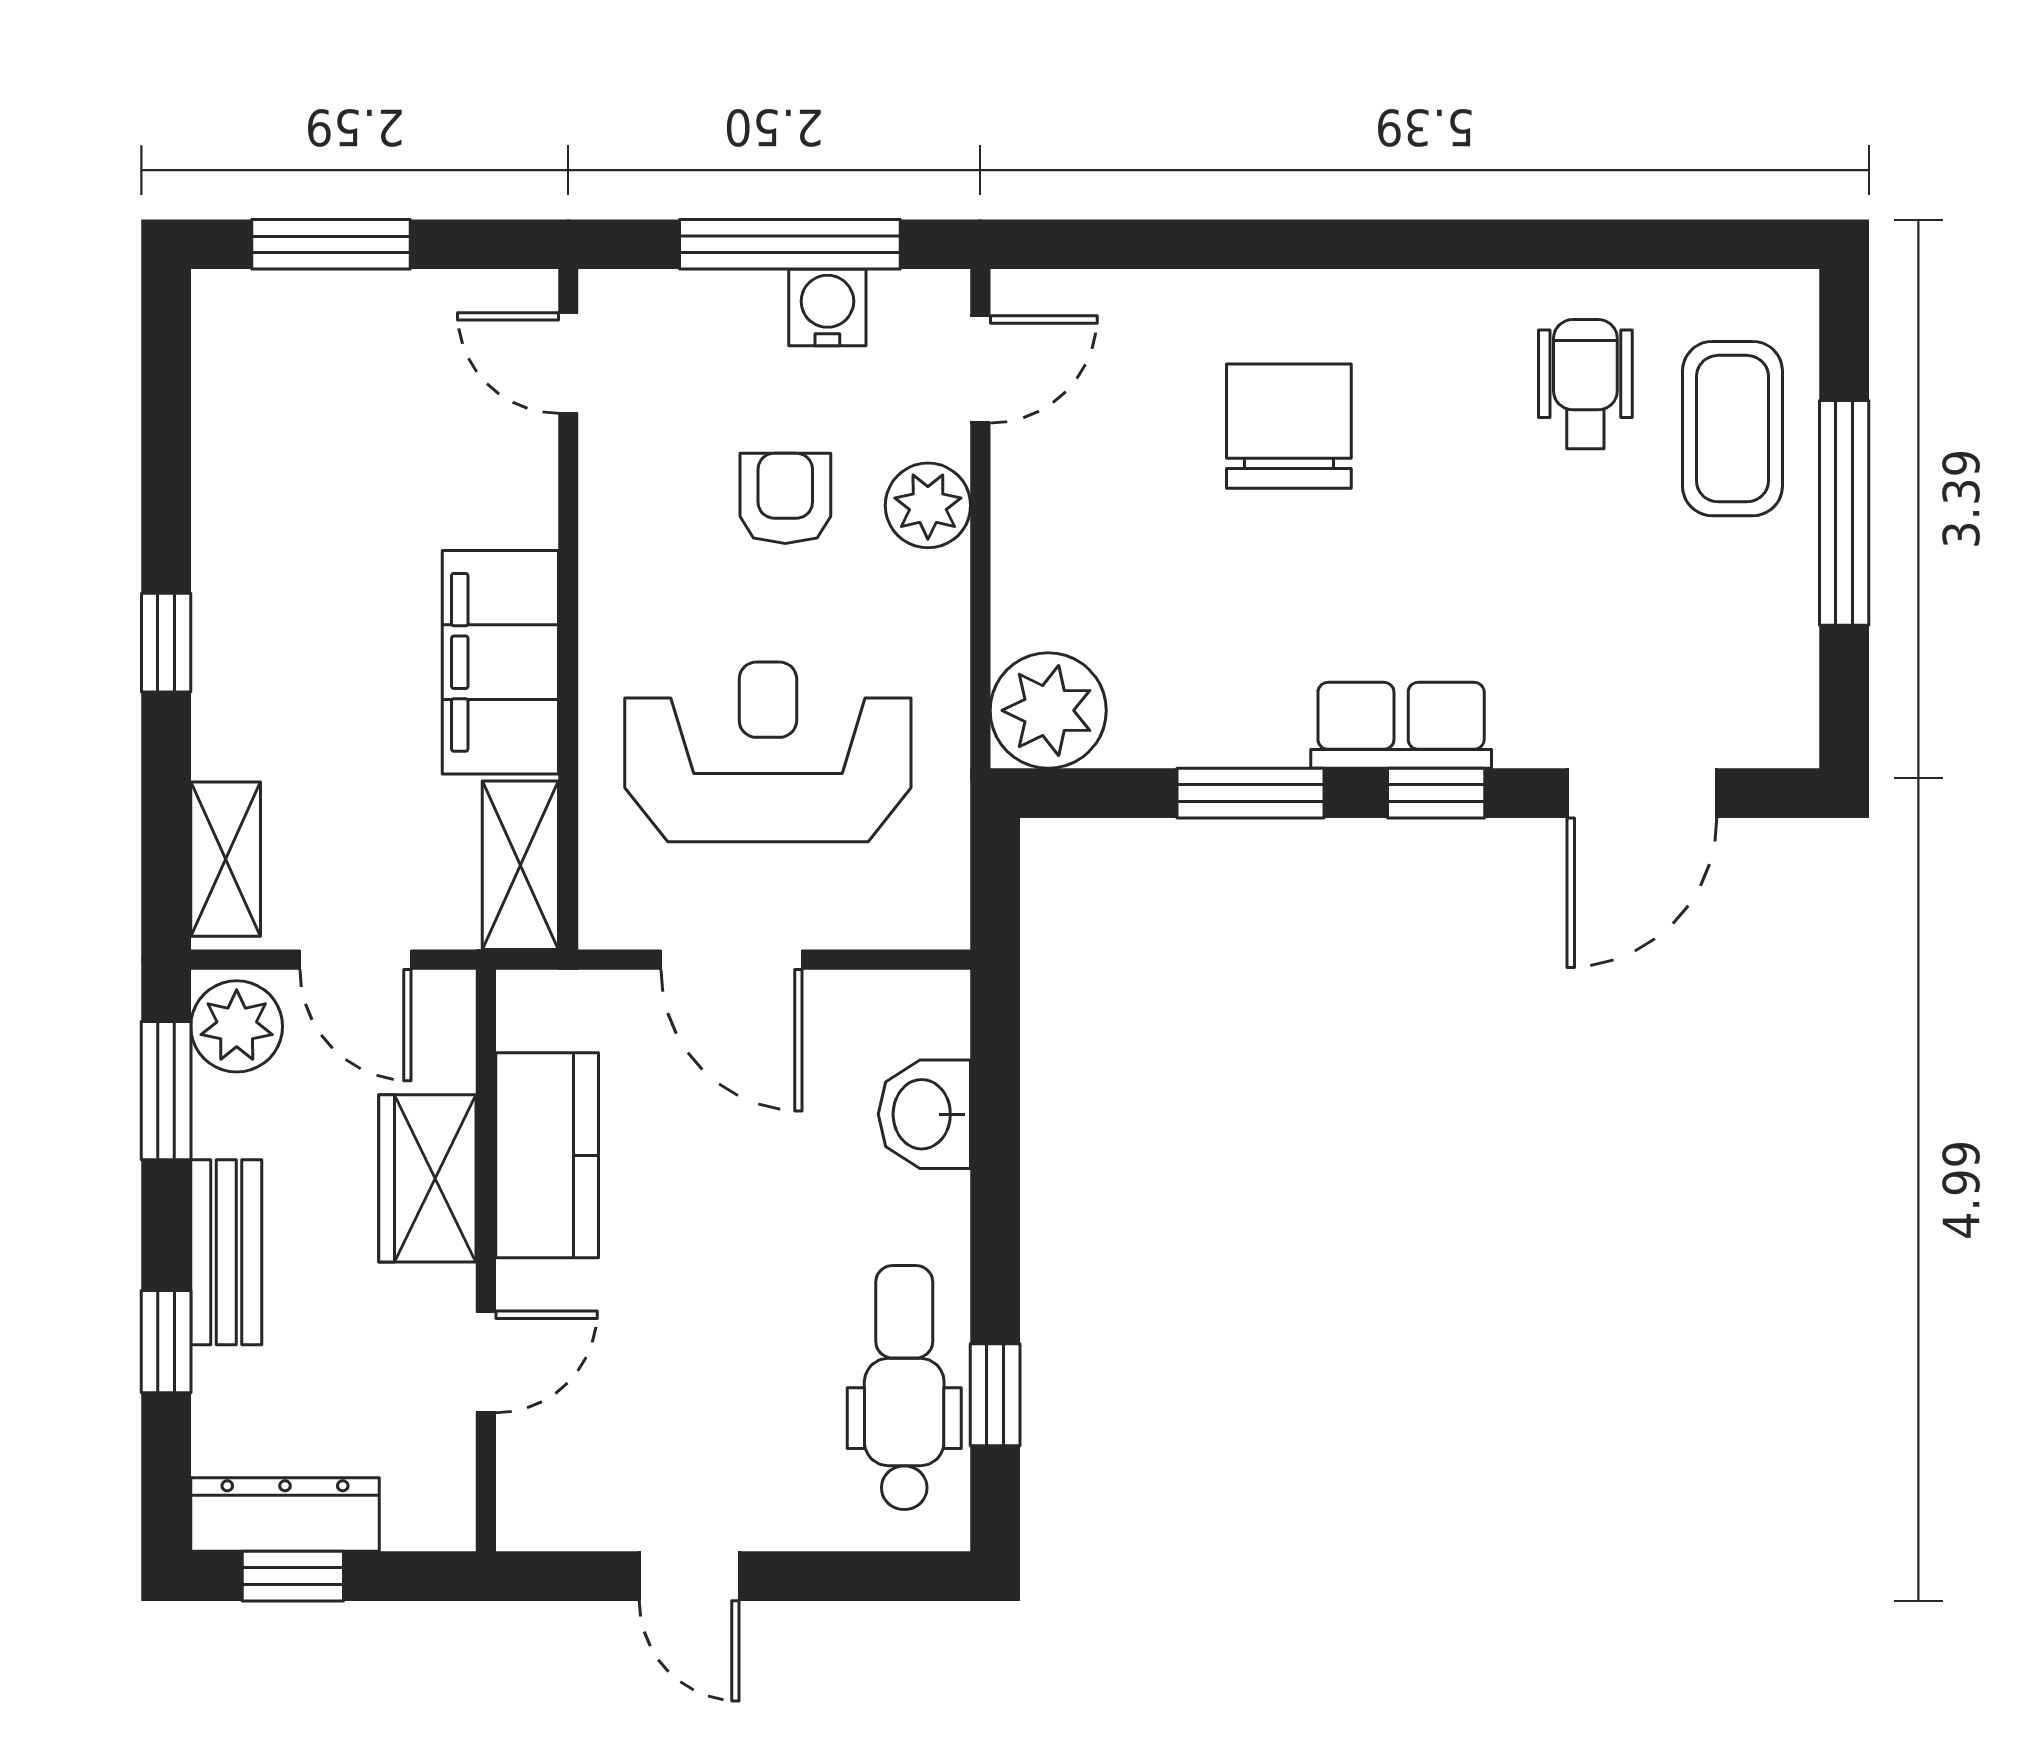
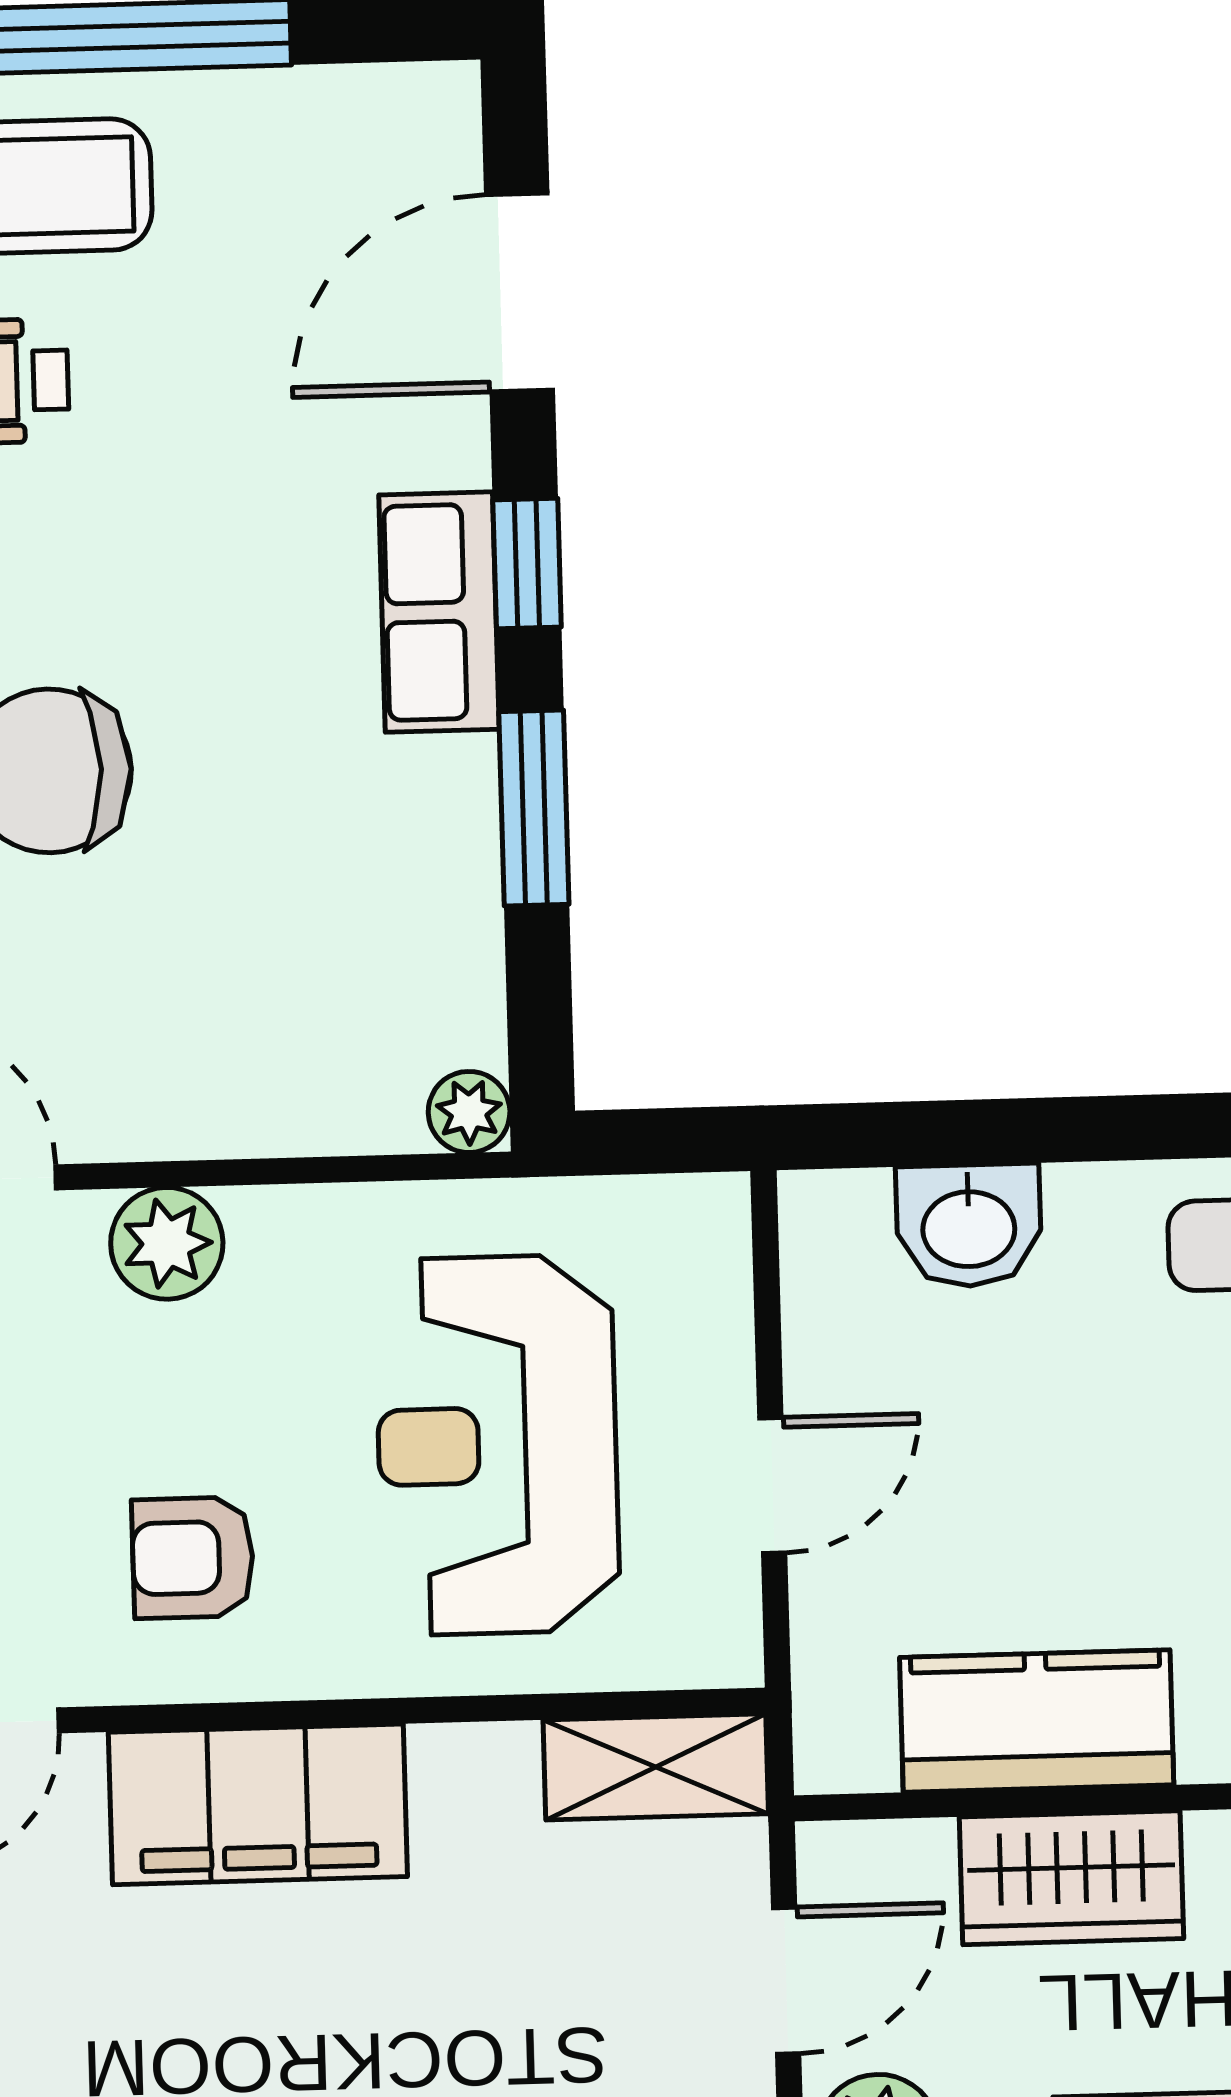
armchair: (785, 498) -> (193, 1558), moved
filing cabinet: (500, 662) -> (258, 1804), moved
plant: (1048, 710) -> (469, 1112), width x0.53, depth x0.53
door: (1642, 793) -> (519, 292), swing flipped
door: (731, 960) -> (772, 1485), width x0.73

